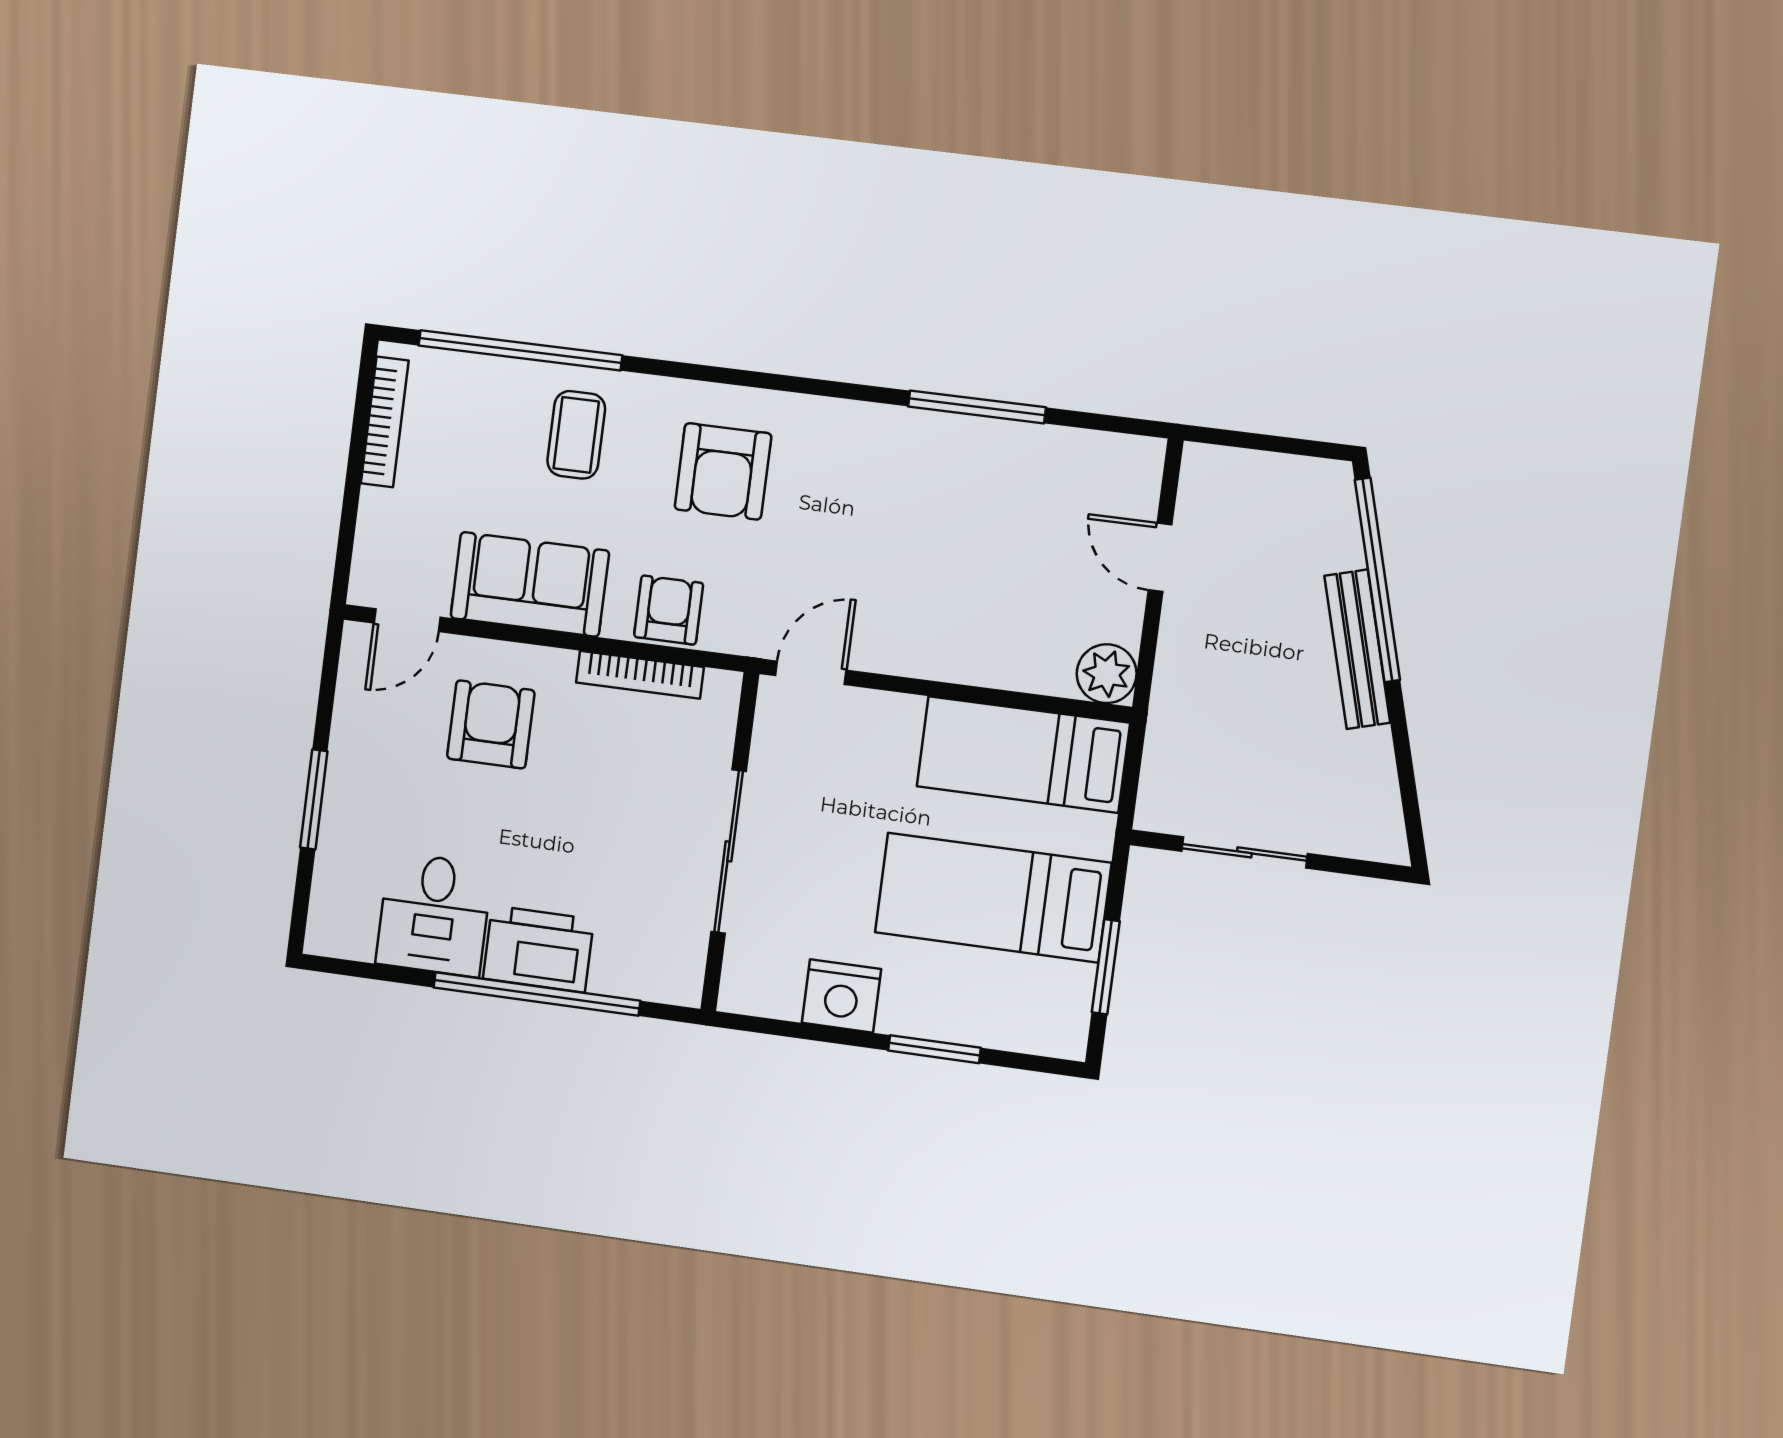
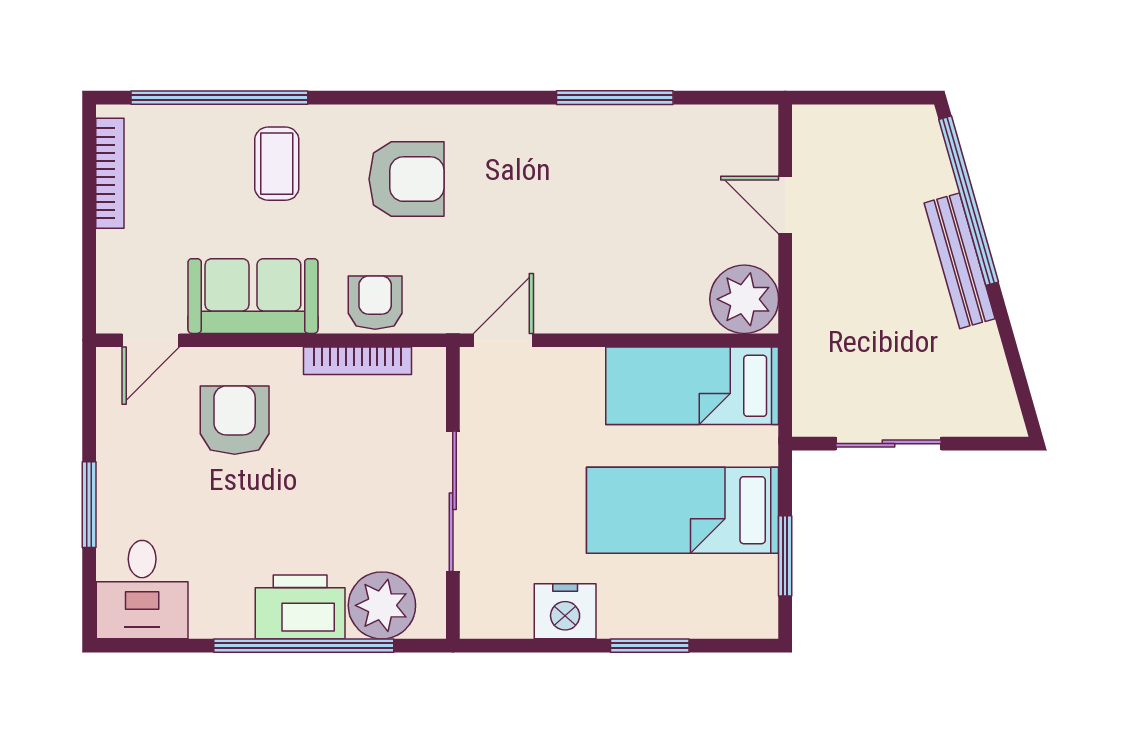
armchair: (723, 471) -> (406, 179), turned -90
plant: (1107, 674) -> (744, 299), width x1.36, depth x1.36
desk: (434, 914) -> (142, 590), moved
plant: (632, 960) -> (382, 605), added

